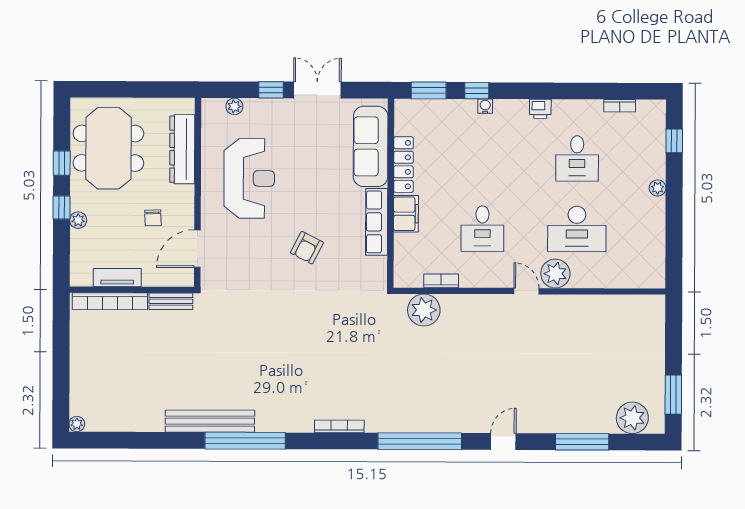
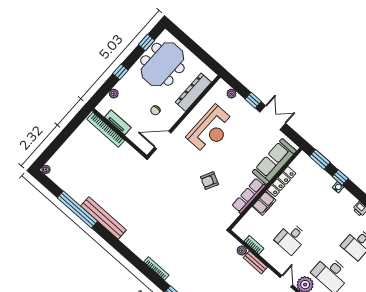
window: (62, 163) -> (146, 43), moved
plant: (78, 220) -> (114, 94), moved
bench: (171, 301) -> (255, 262), moved
plant: (424, 310) -> (242, 250), width x0.53, depth x0.53
window: (245, 441) -> (77, 209), moved

